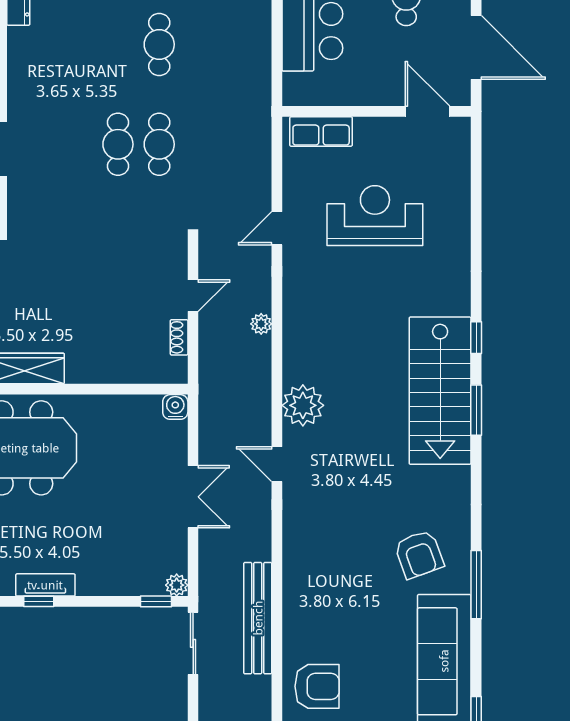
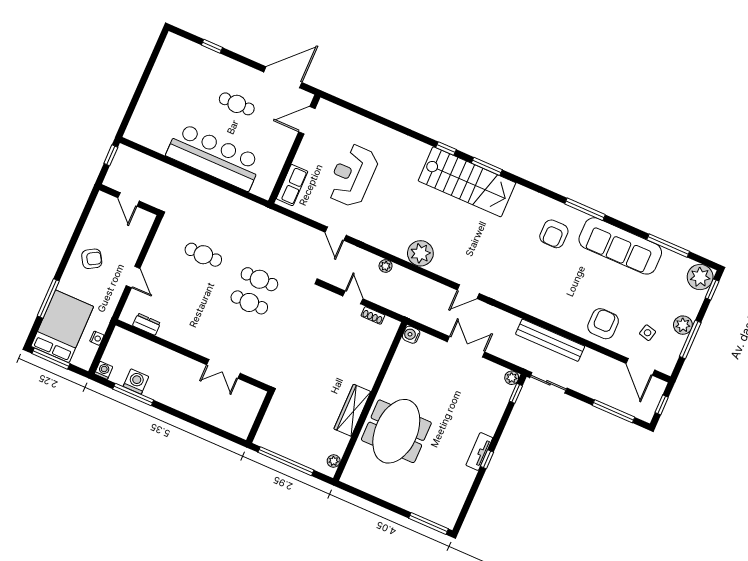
plant: (303, 405) -> (420, 253), moved
armchair: (419, 554) -> (554, 234), turned 110

